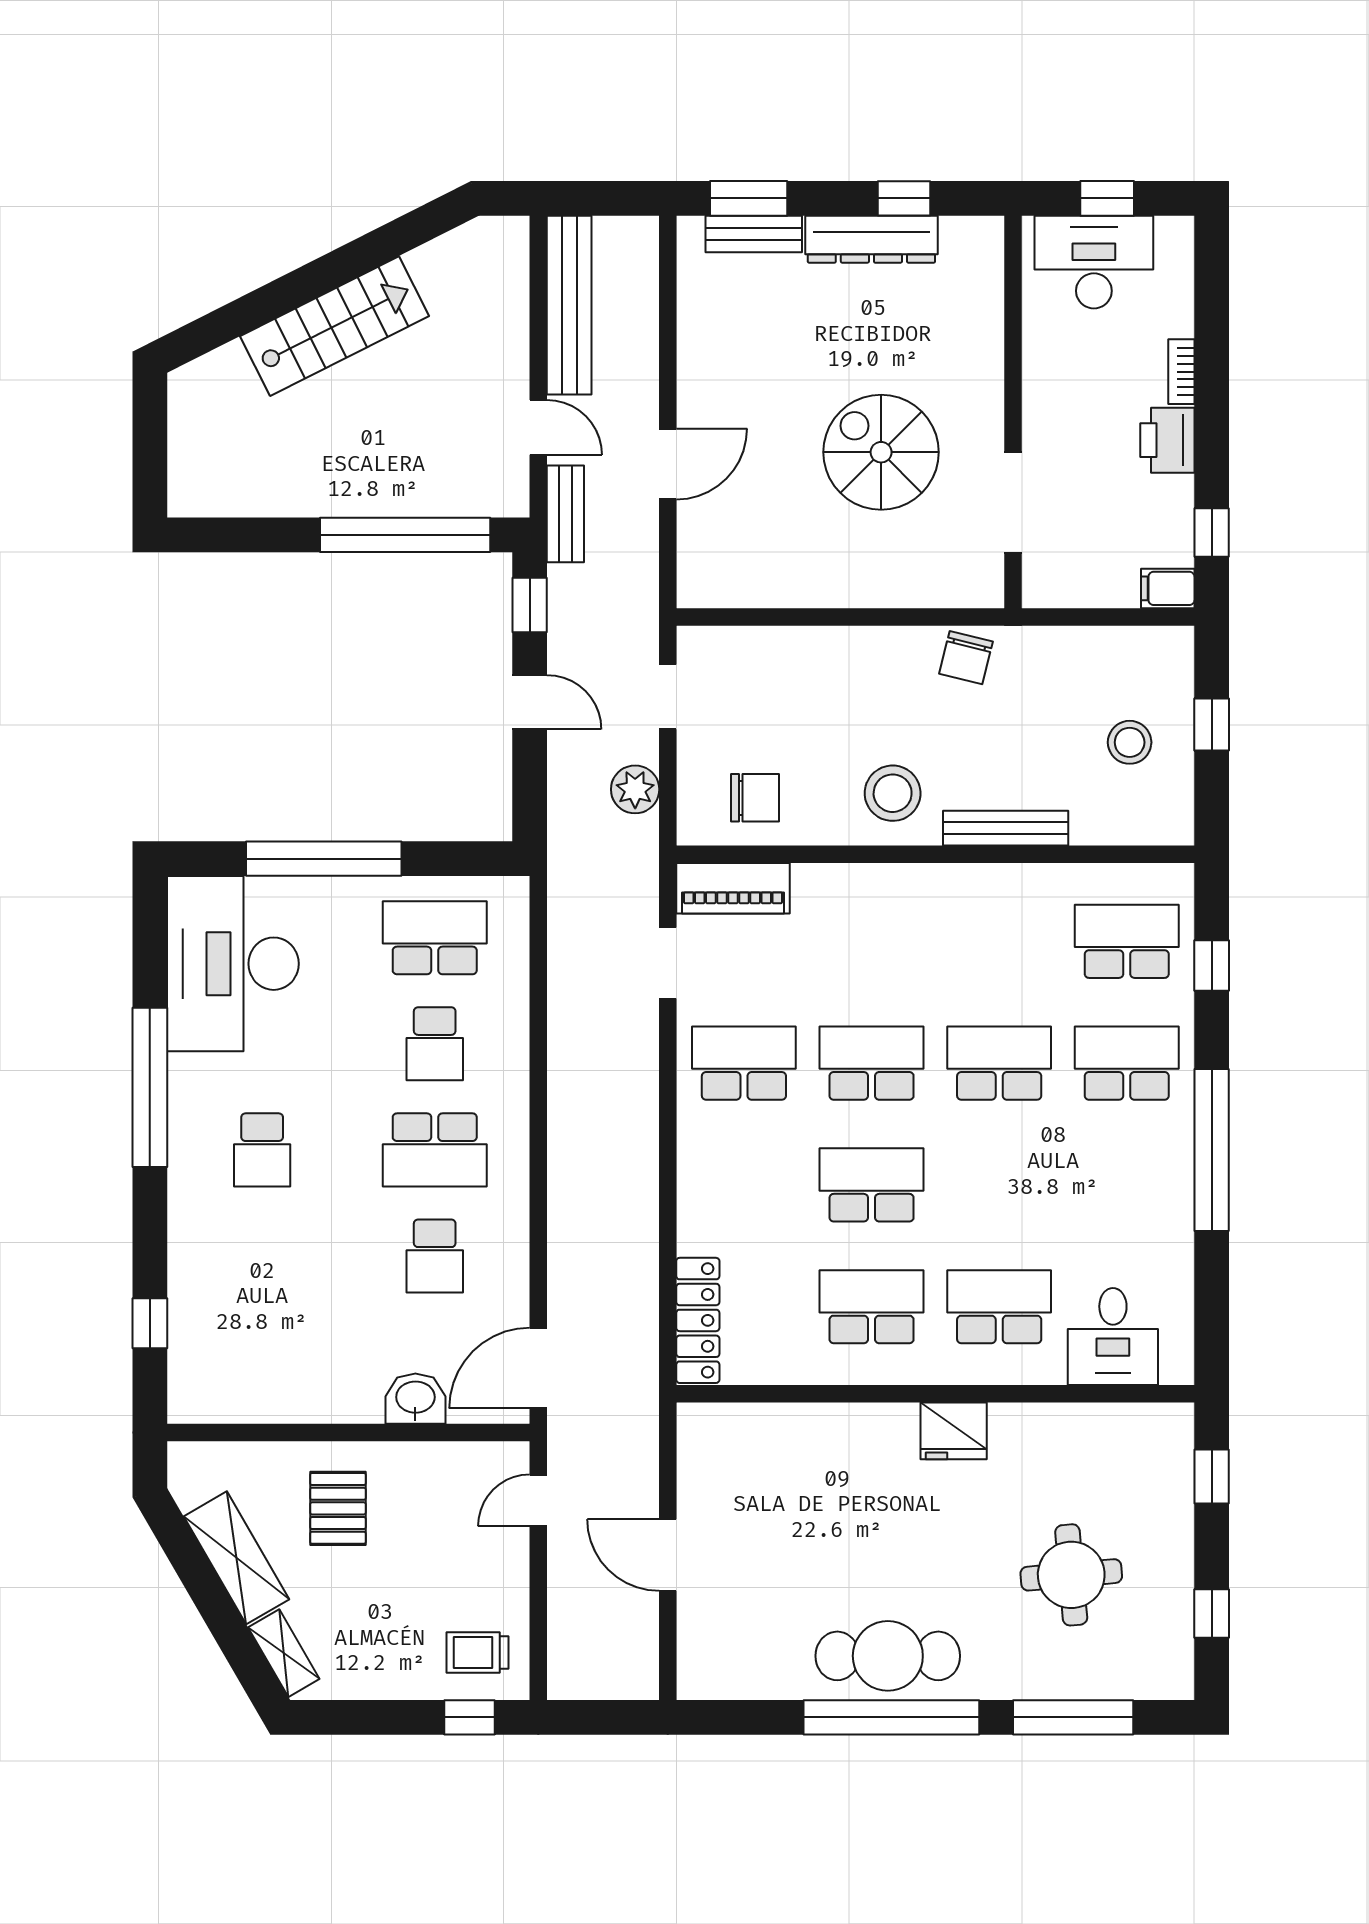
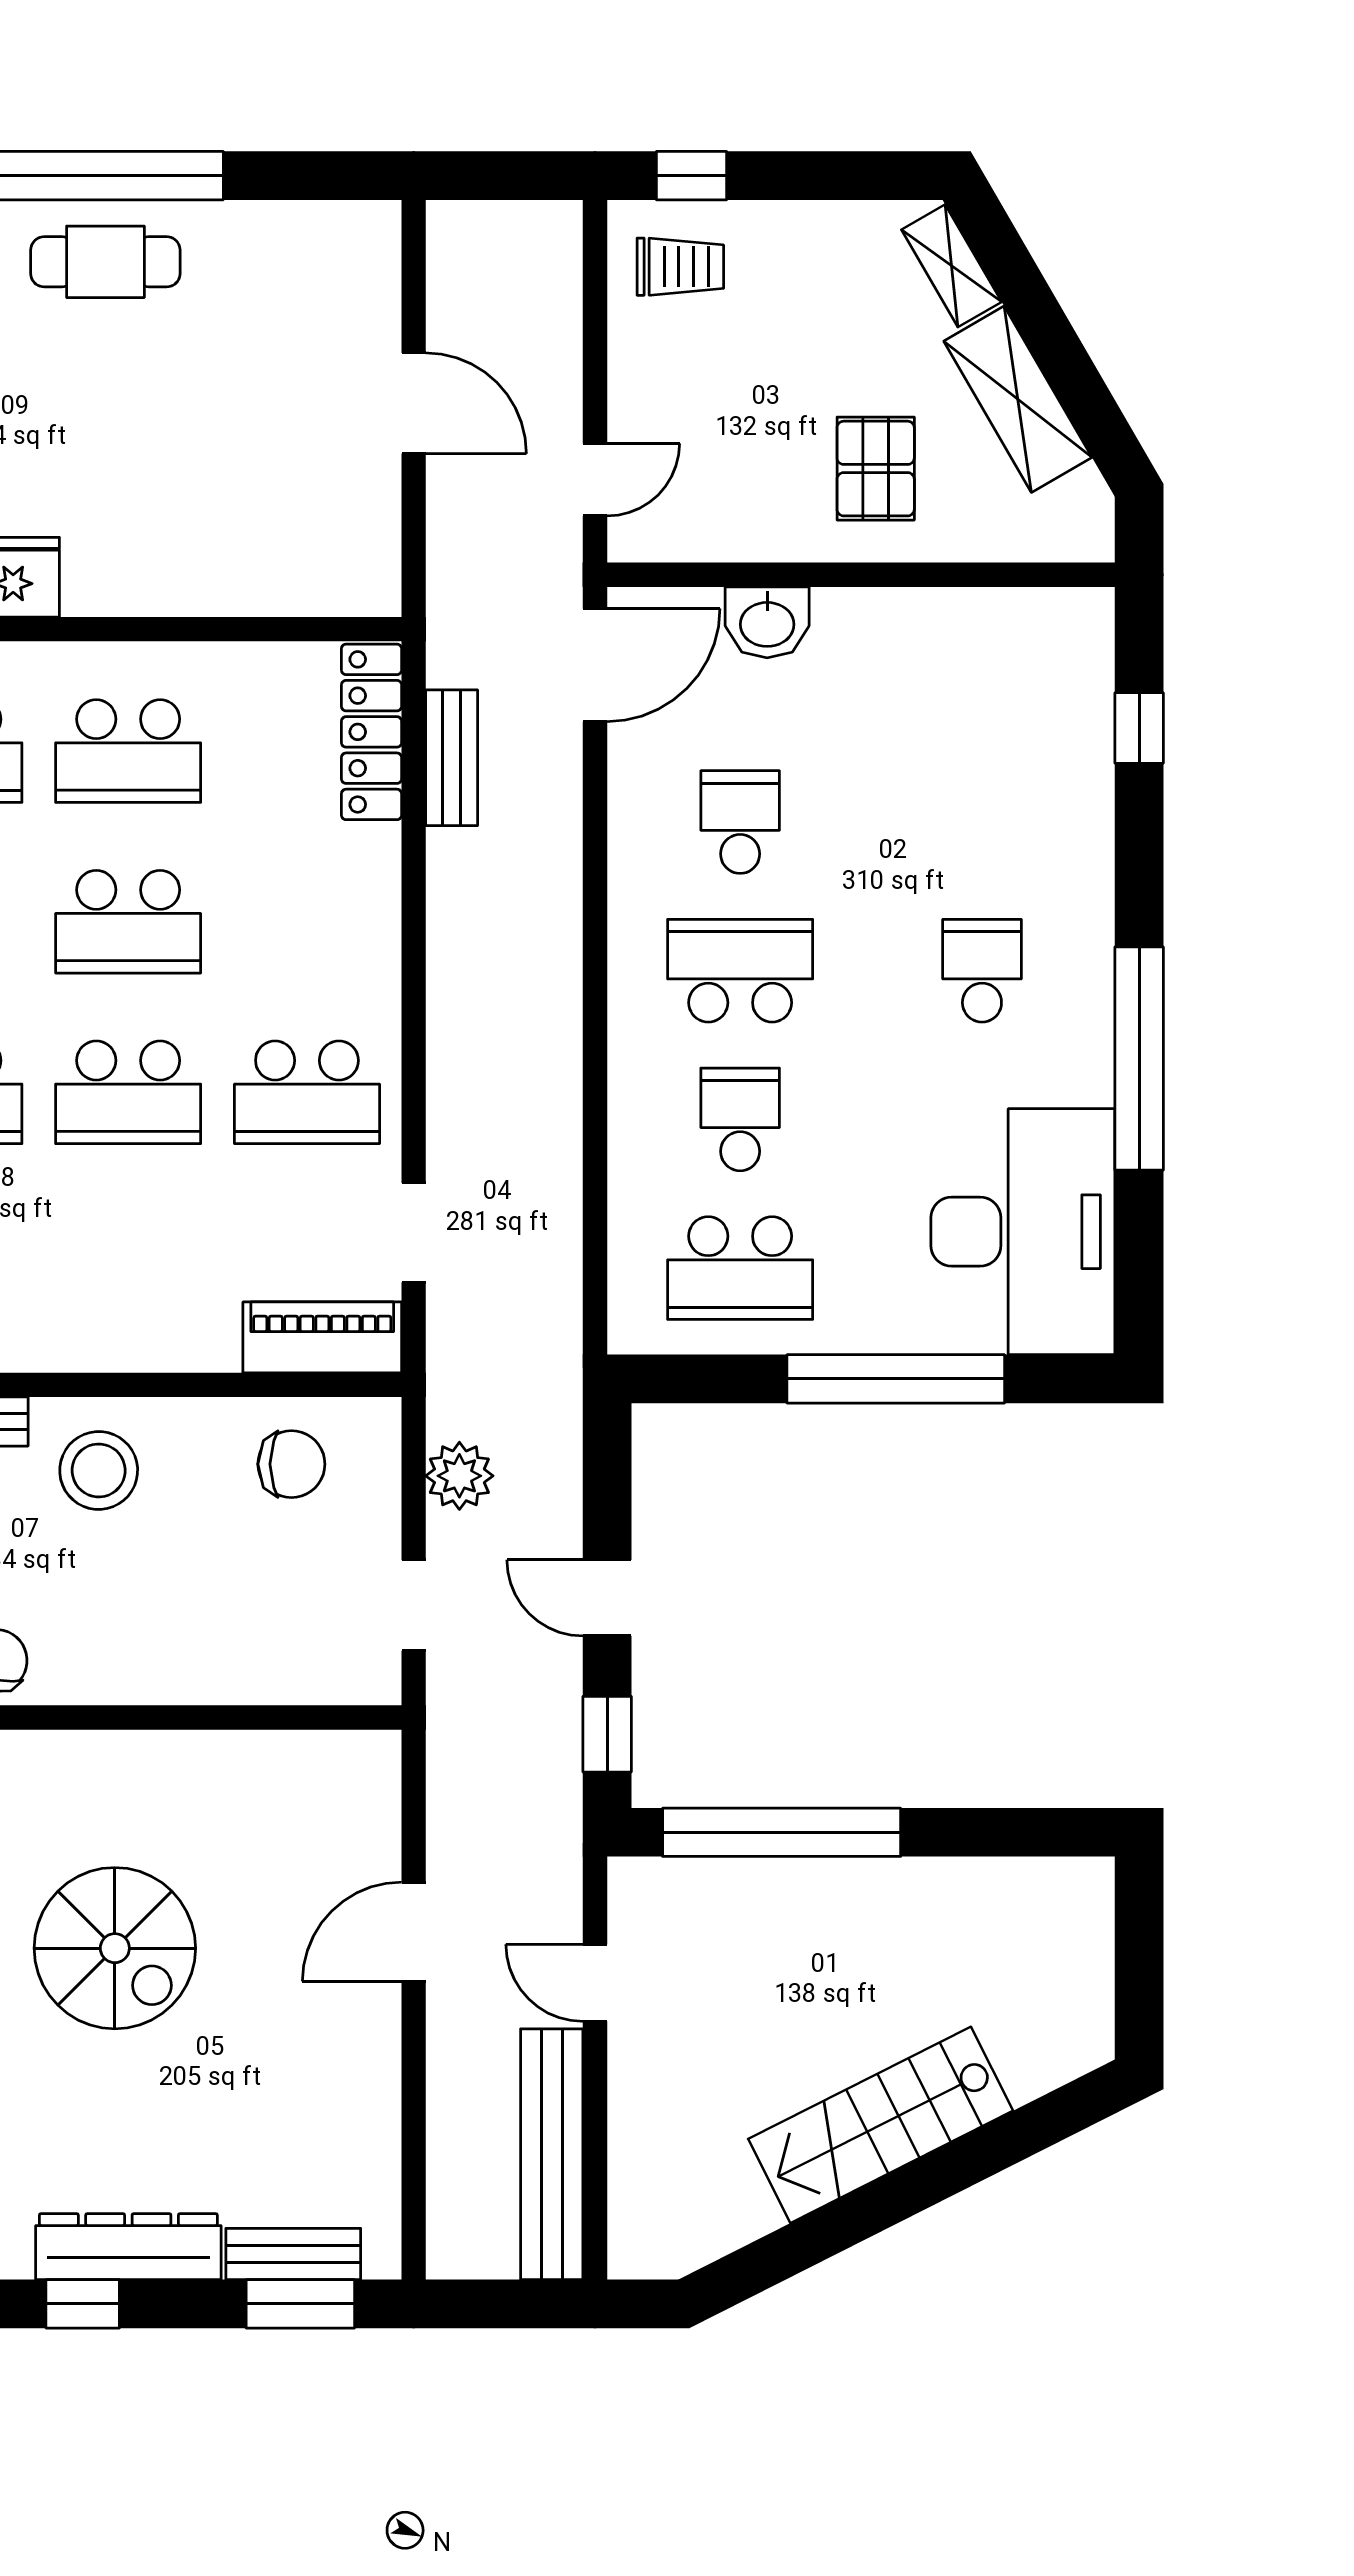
bench: (565, 514) -> (452, 758), moved
chair: (755, 798) -> (291, 1464), turned 180
cafe table: (888, 1656) -> (105, 262), width x0.73, depth x0.74

